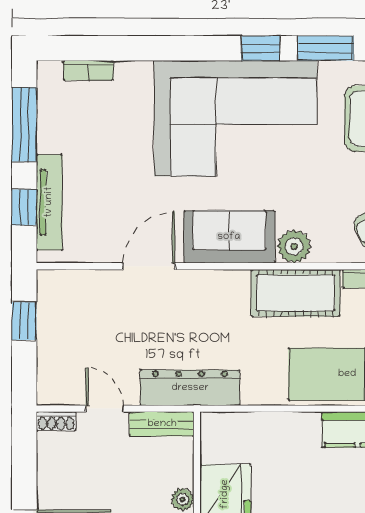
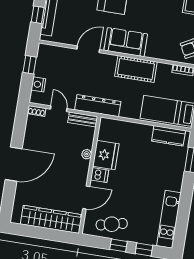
plant: (294, 246) -> (154, 51), removed
cot: (296, 293) -> (136, 69), moved
nightstand: (51, 362) -> (38, 84), added

